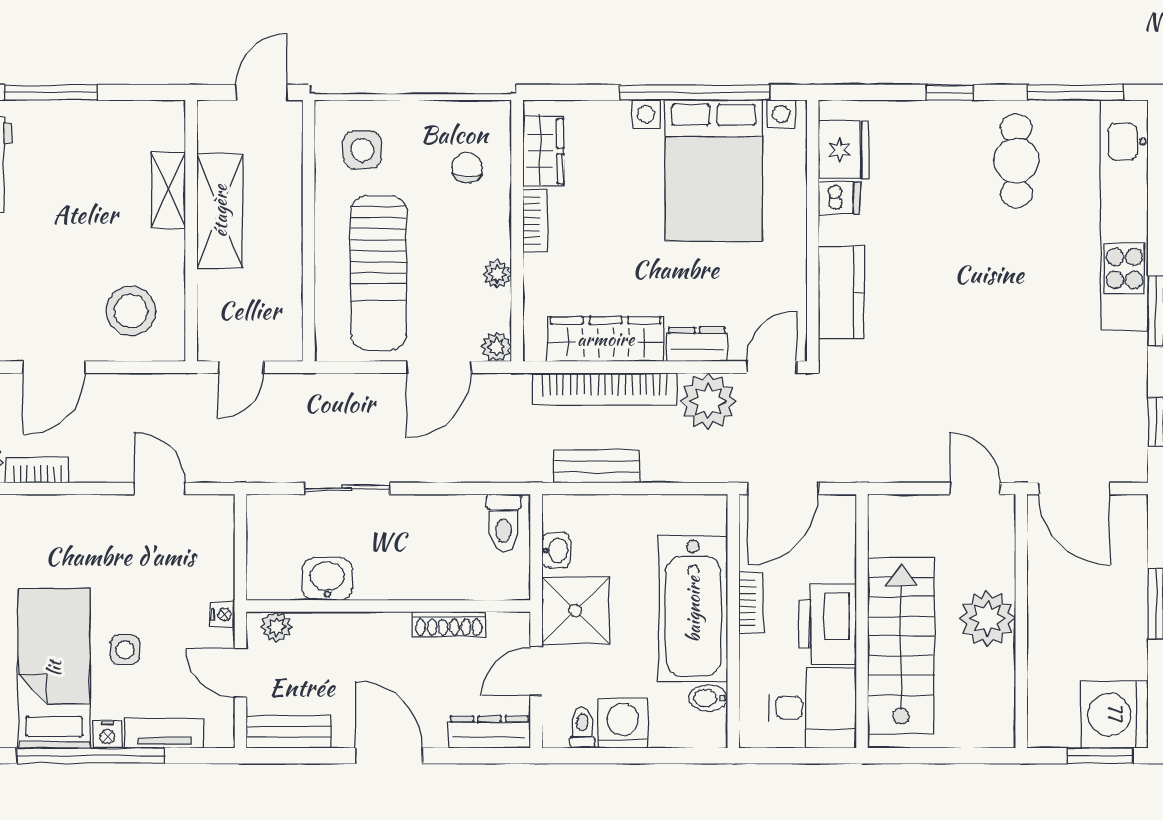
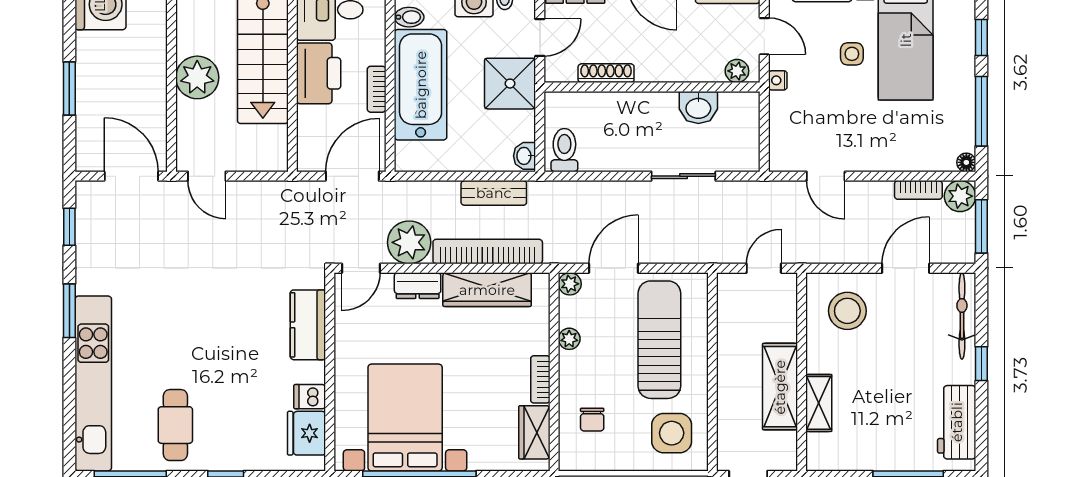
side table: (362, 150) -> (672, 433), width x1.37, depth x1.37
washbasin: (556, 550) -> (525, 156), moved

